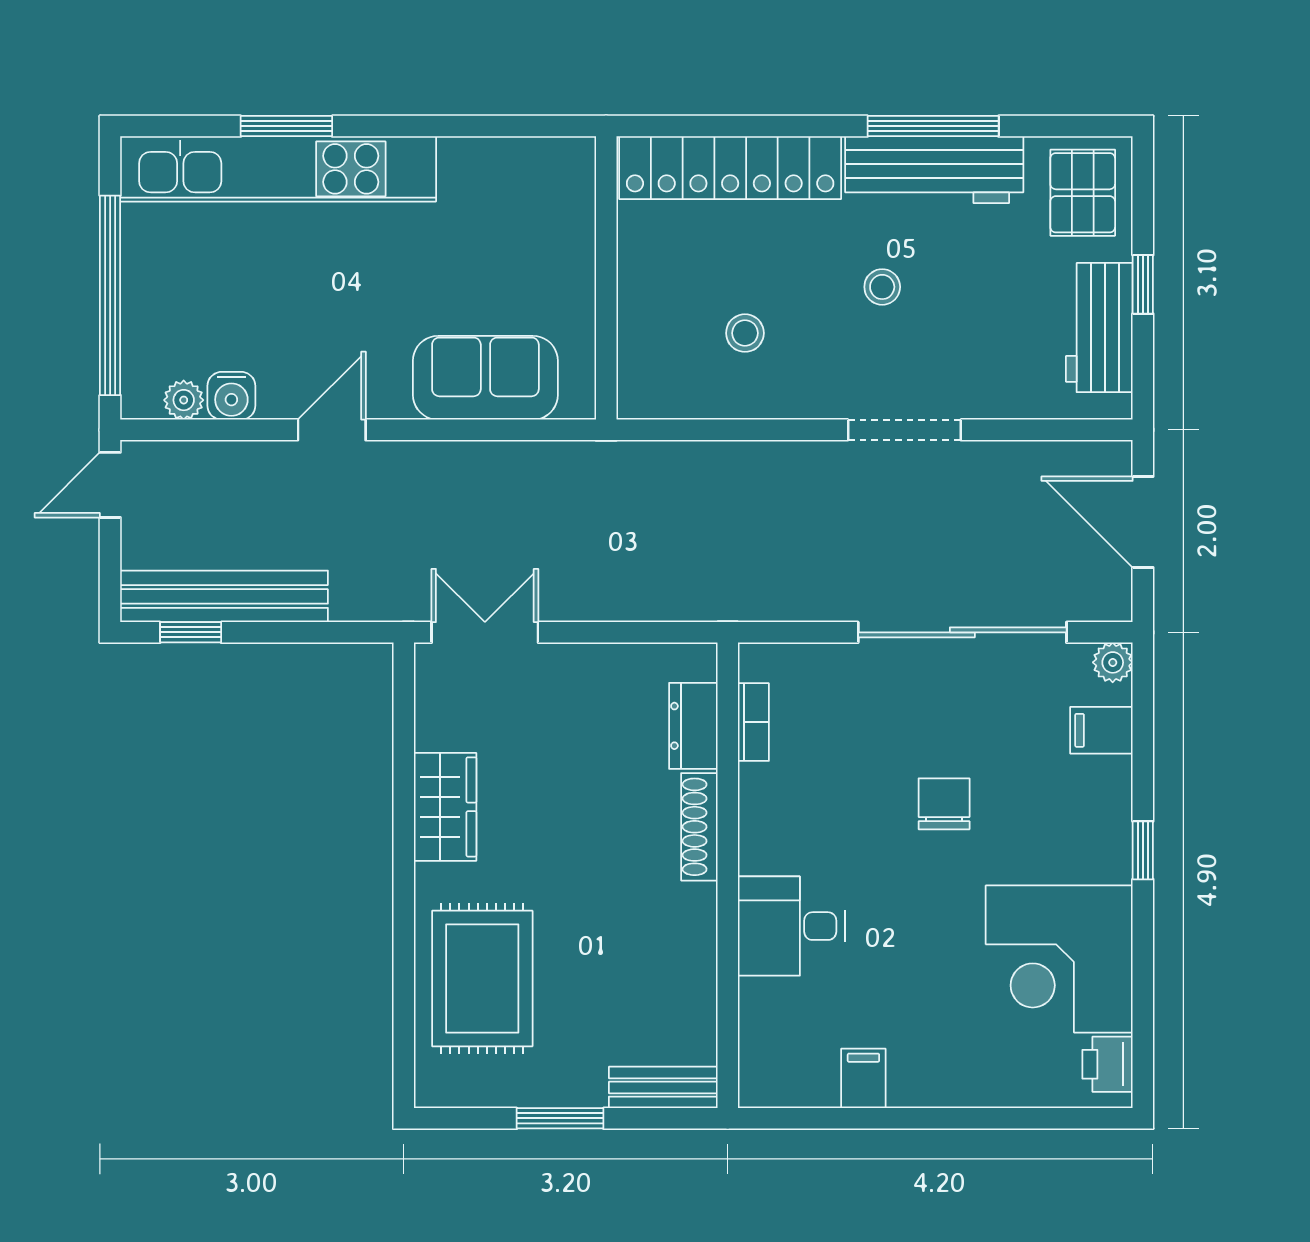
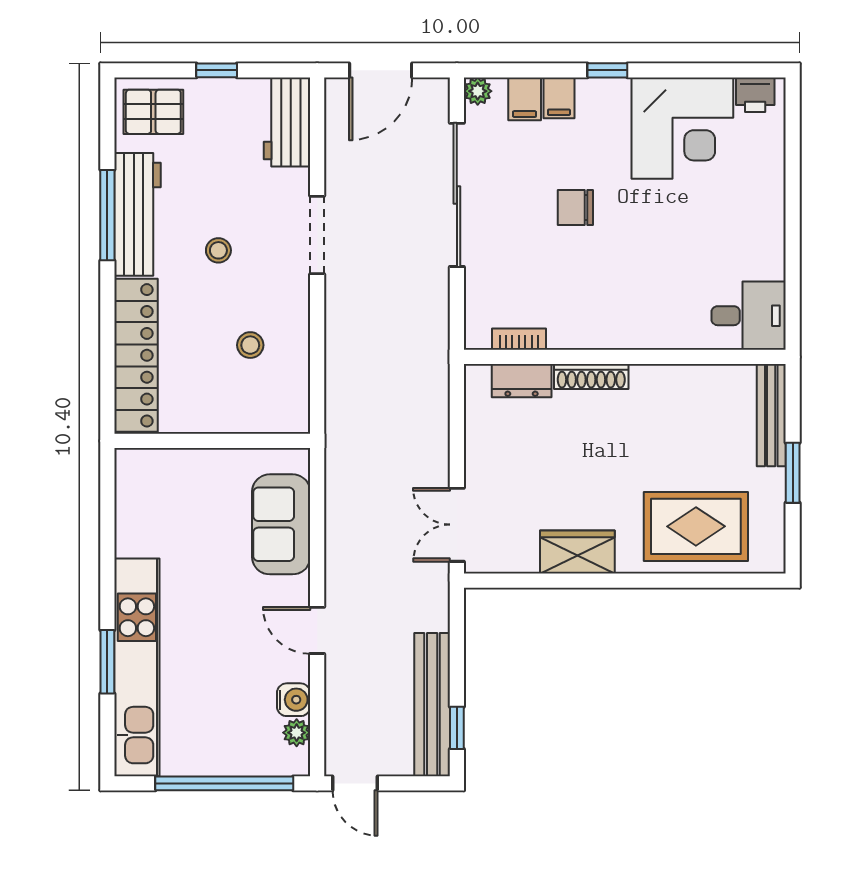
workbench: (1099, 328) -> (287, 122), moved, turned 90
desk: (791, 926) -> (749, 316), moved, turned -90
filing cabinet: (863, 1078) -> (559, 98), moved, turned -90
bench: (663, 1087) -> (771, 415), width x1.36

